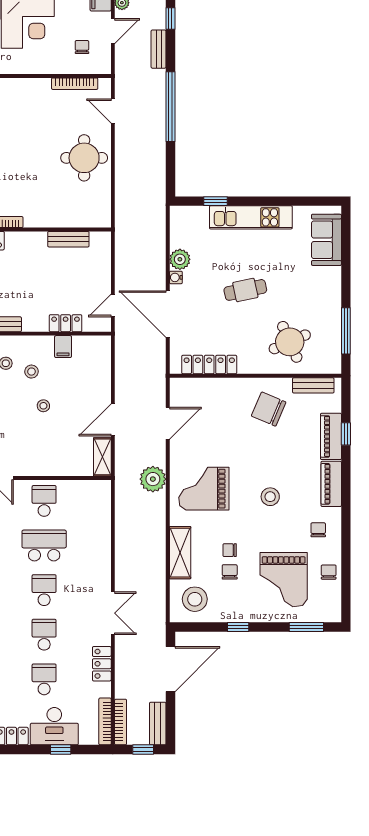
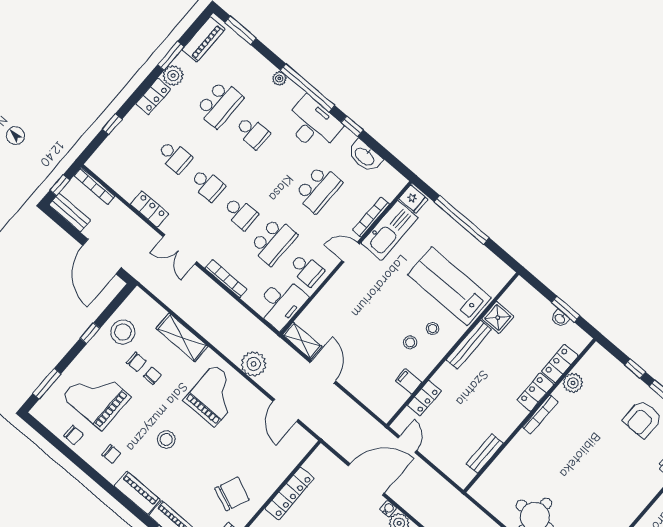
locker: (209, 365) -> (290, 494), moved
stool: (43, 406) -> (377, 329), removed
stool: (195, 599) -> (123, 332), moved
bookcase: (105, 721) -> (226, 279), moved
desk: (54, 726) -> (281, 303), moved, turned 180

